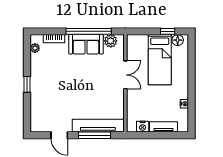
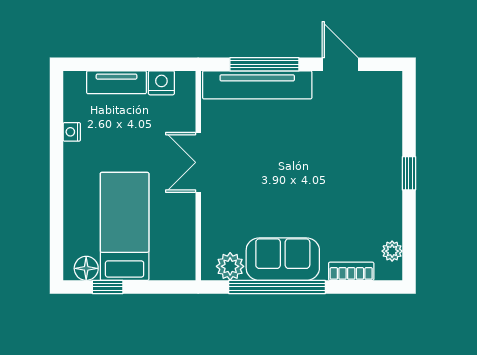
double door: (125, 75) -> (198, 162), moved

